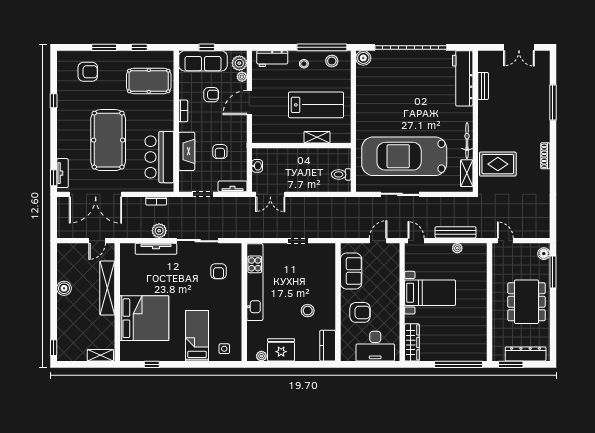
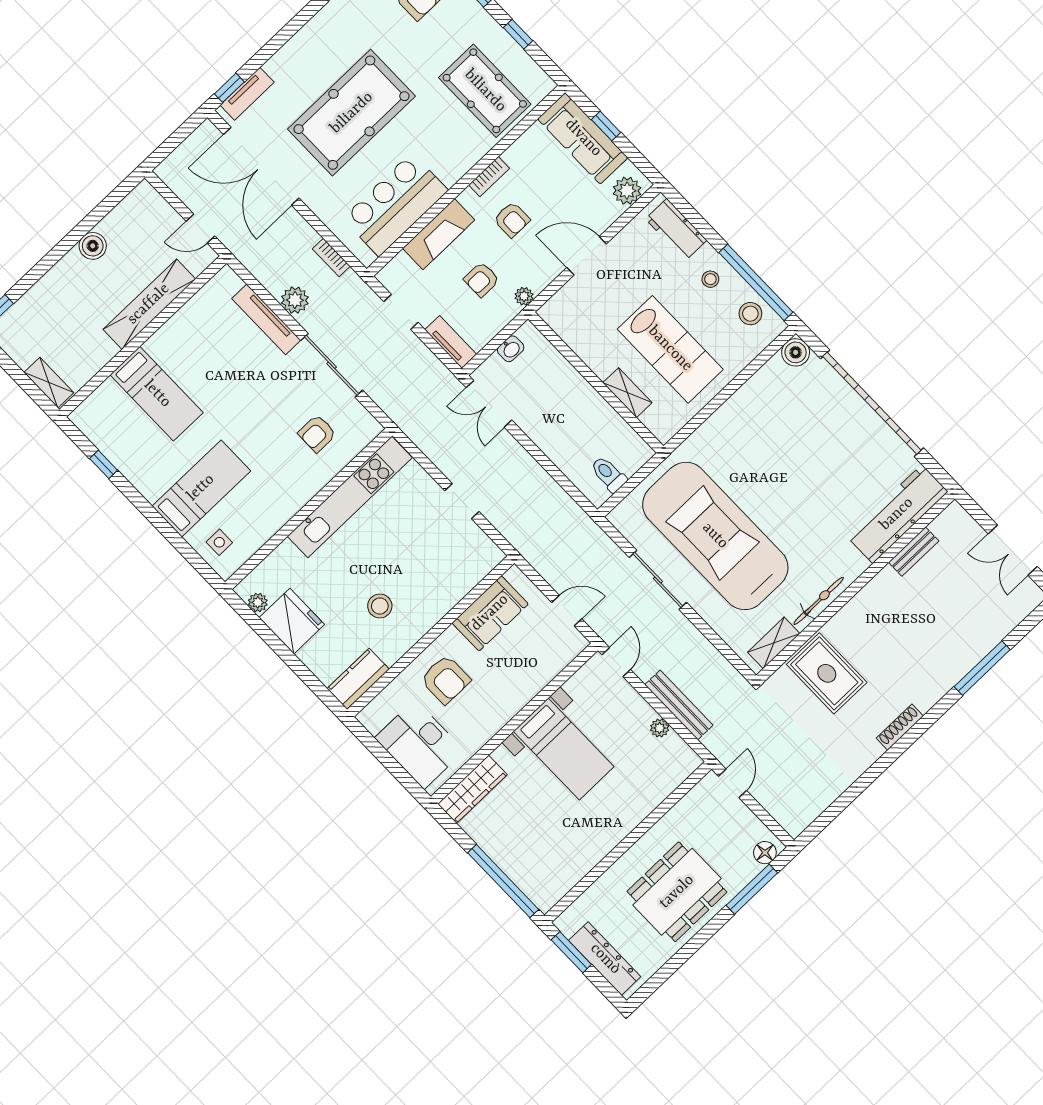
plant: (242, 77) -> (524, 296), moved
armchair: (211, 95) -> (512, 220), moved
bed: (144, 318) -> (157, 394), width x0.49

